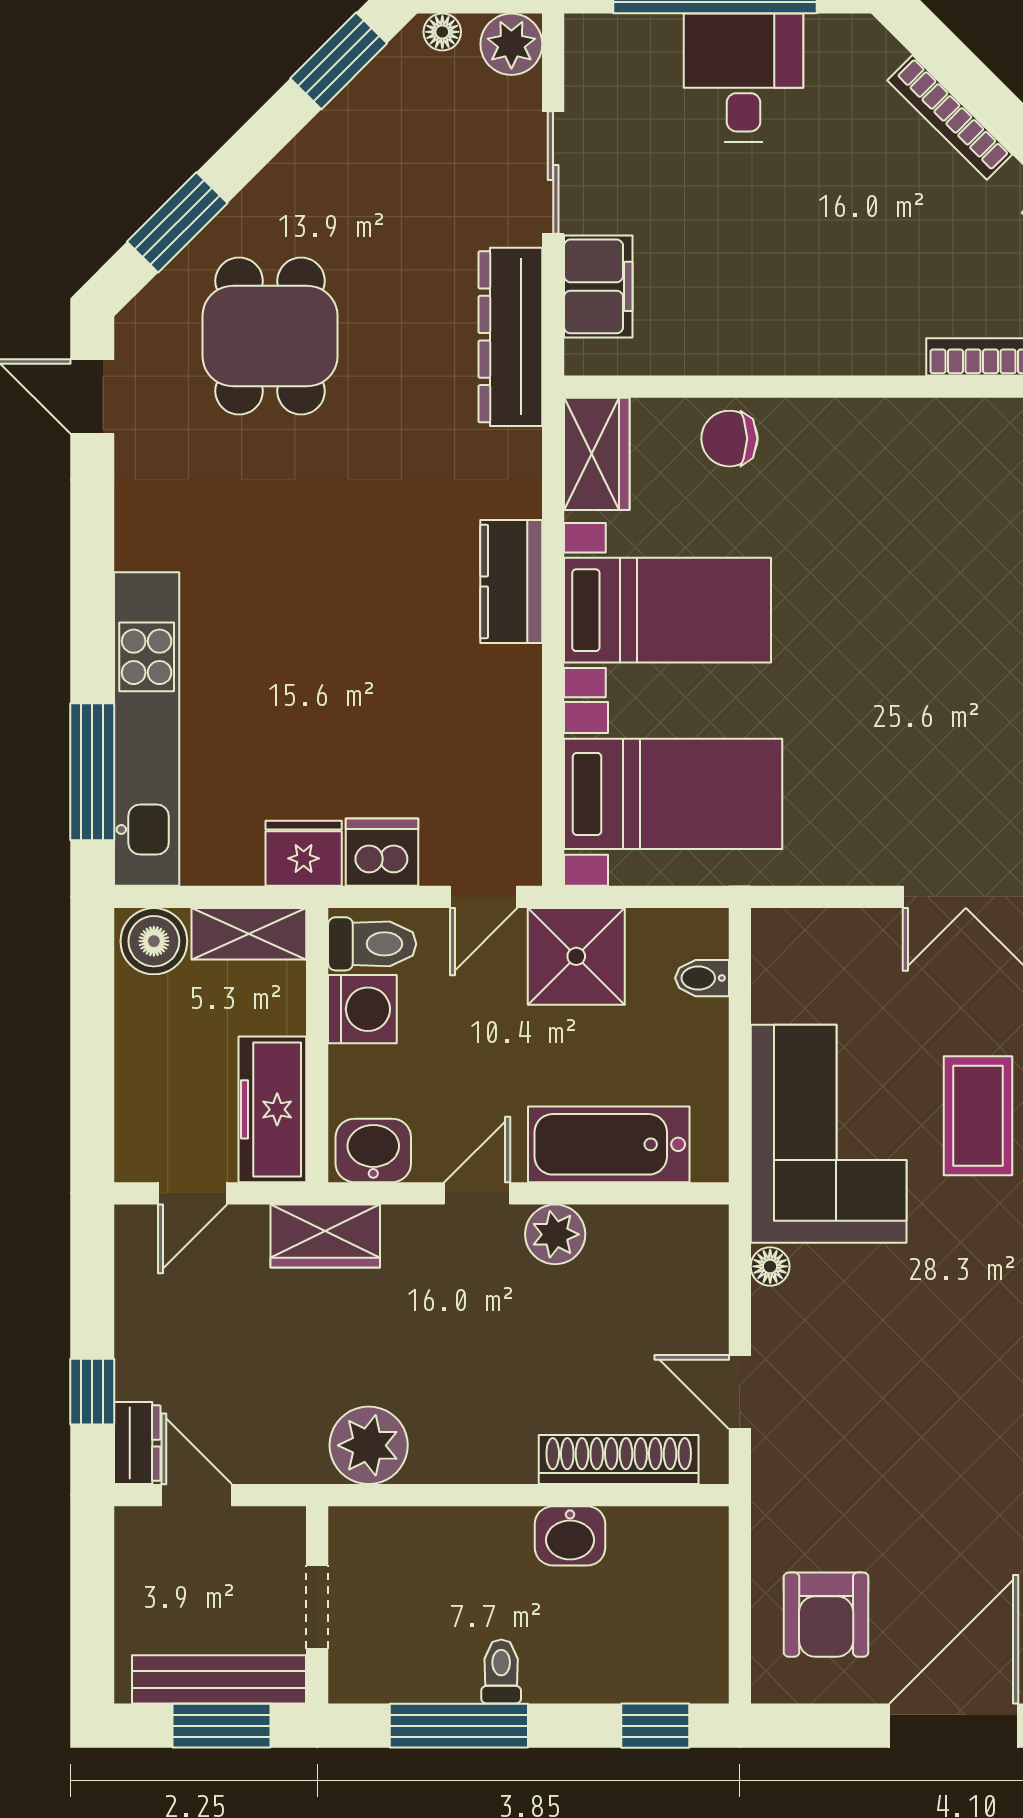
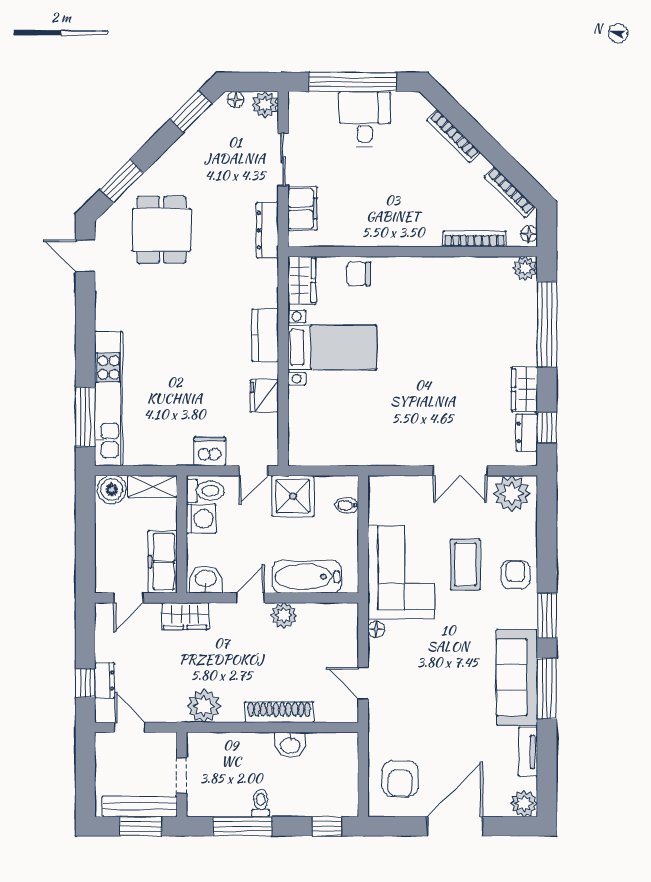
dresser: (510, 337) -> (267, 230), width x0.73, depth x0.80
bed with nightstands: (673, 794) -> (335, 426), removed
fridge: (304, 853) -> (264, 396), moved, turned -90
dresser: (137, 1443) -> (105, 680), moved
shoe rack: (619, 1460) -> (279, 712), moved

